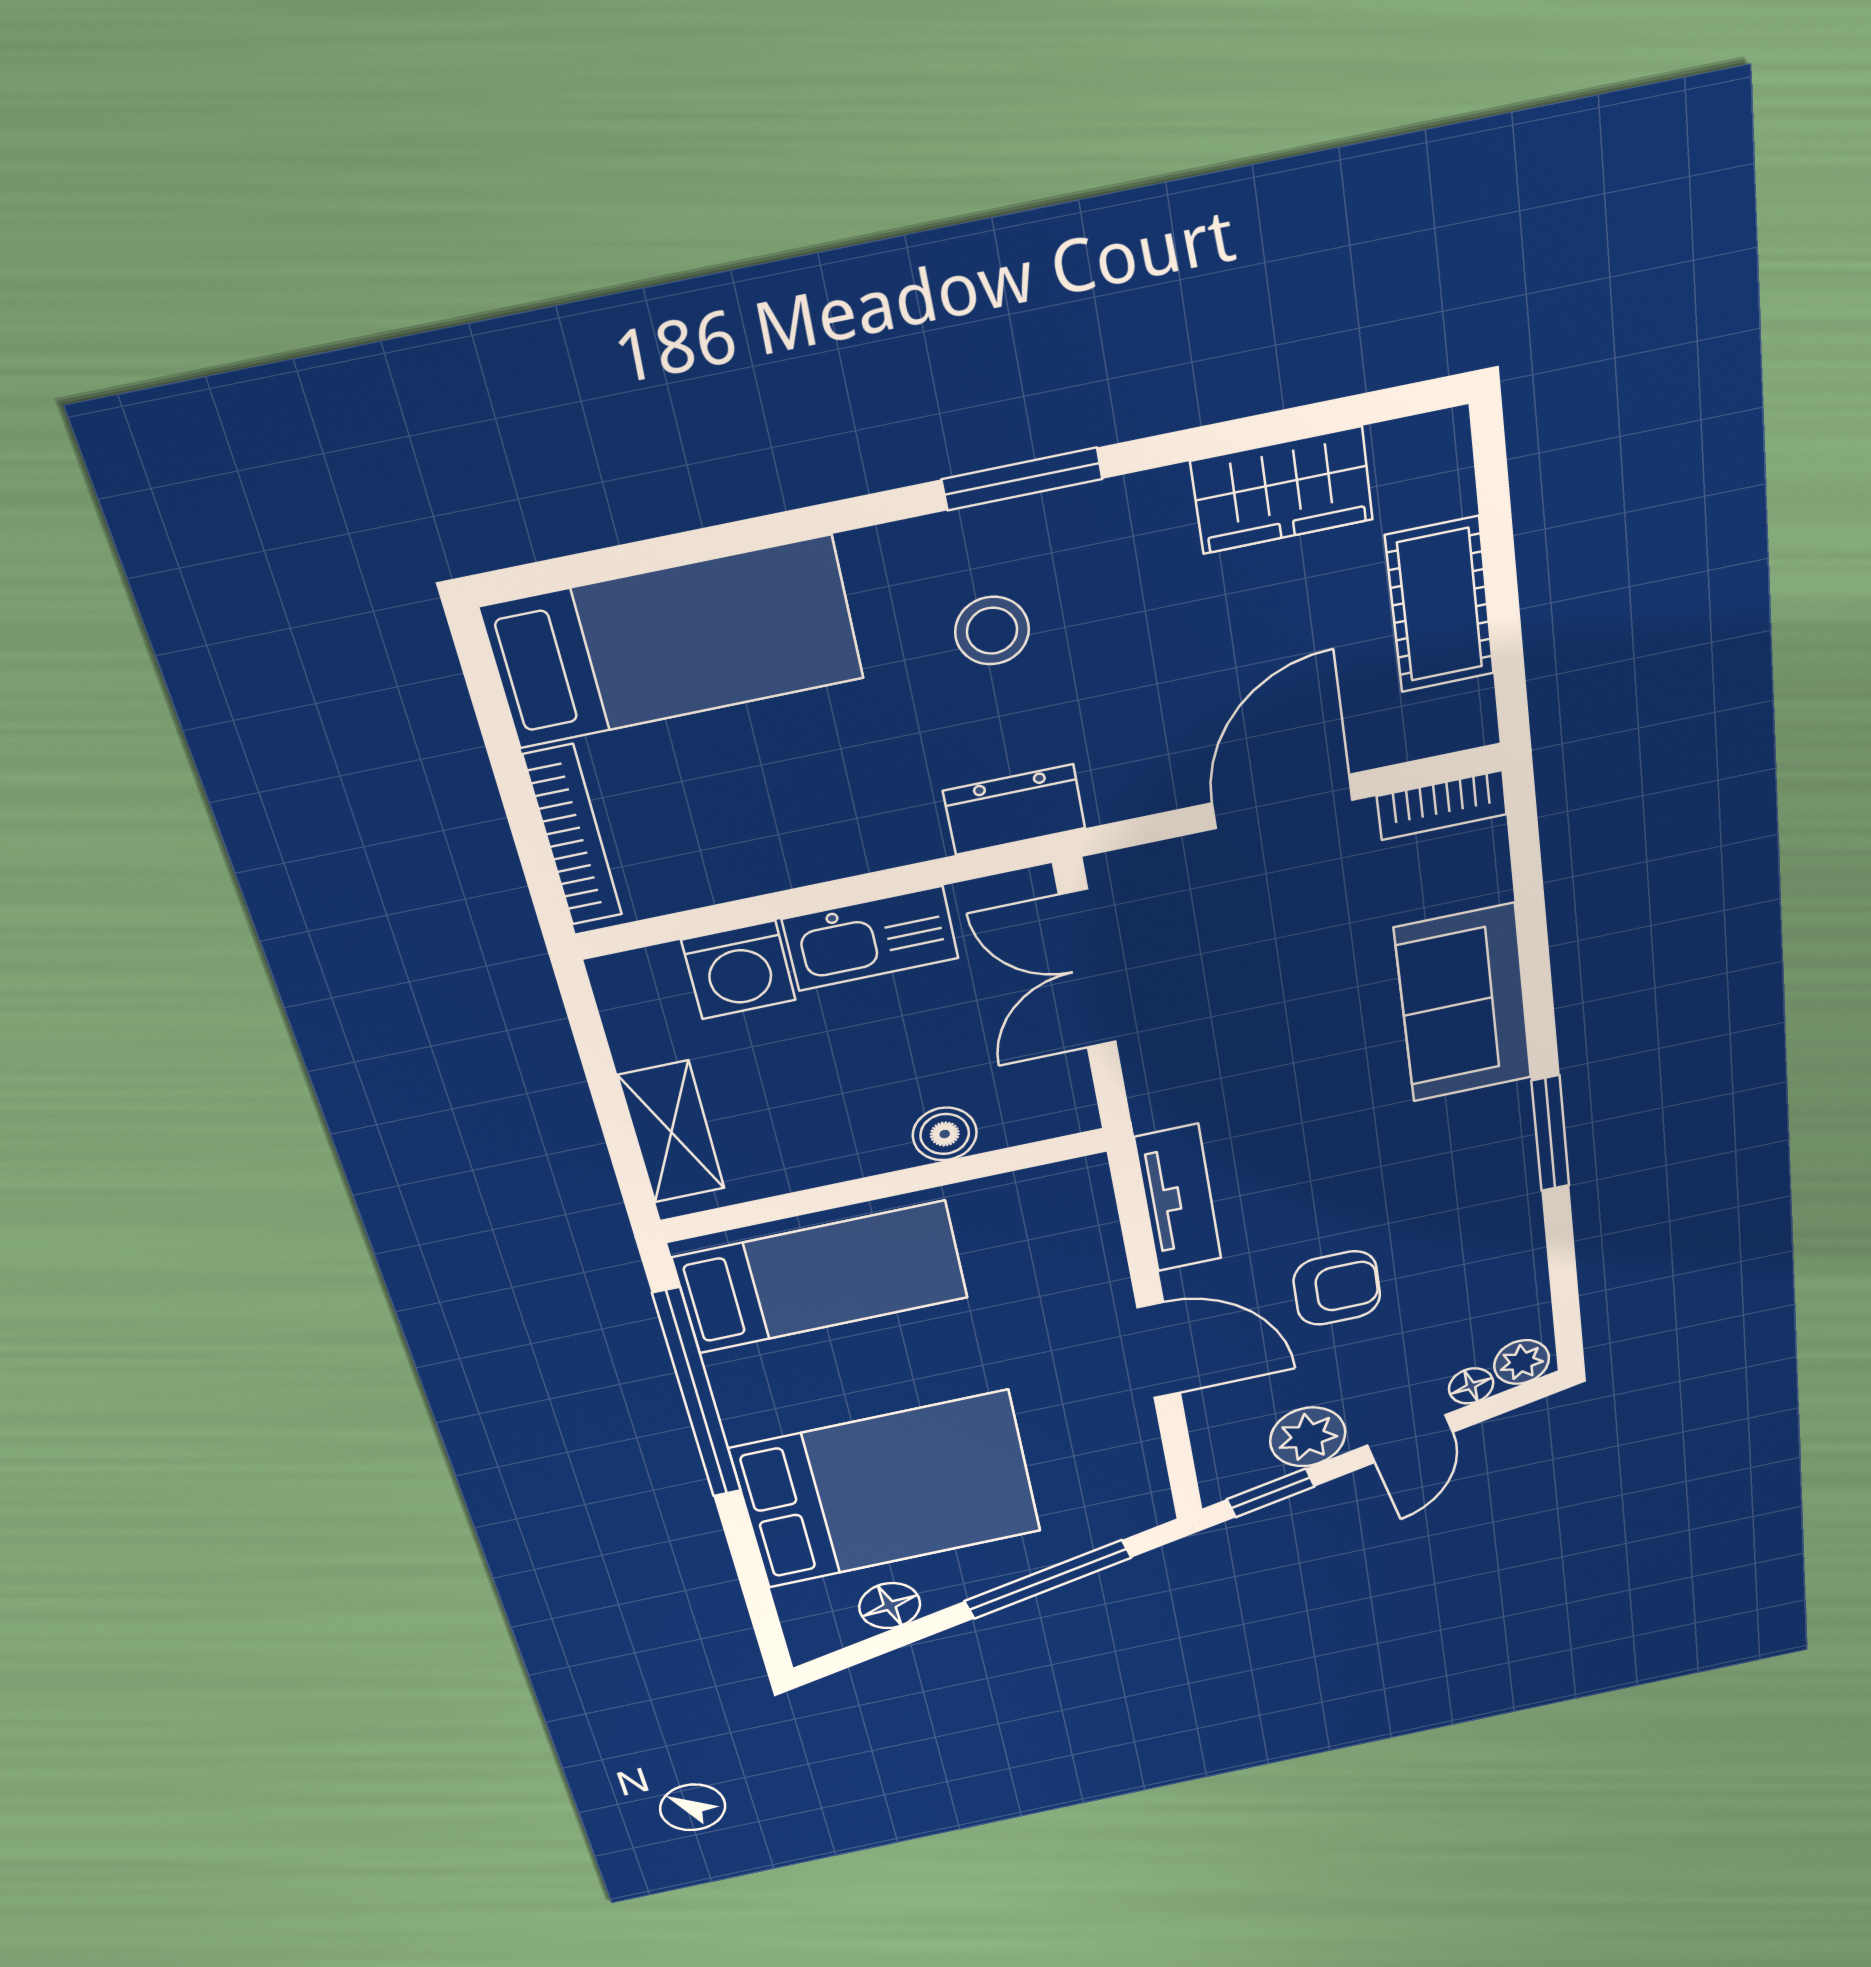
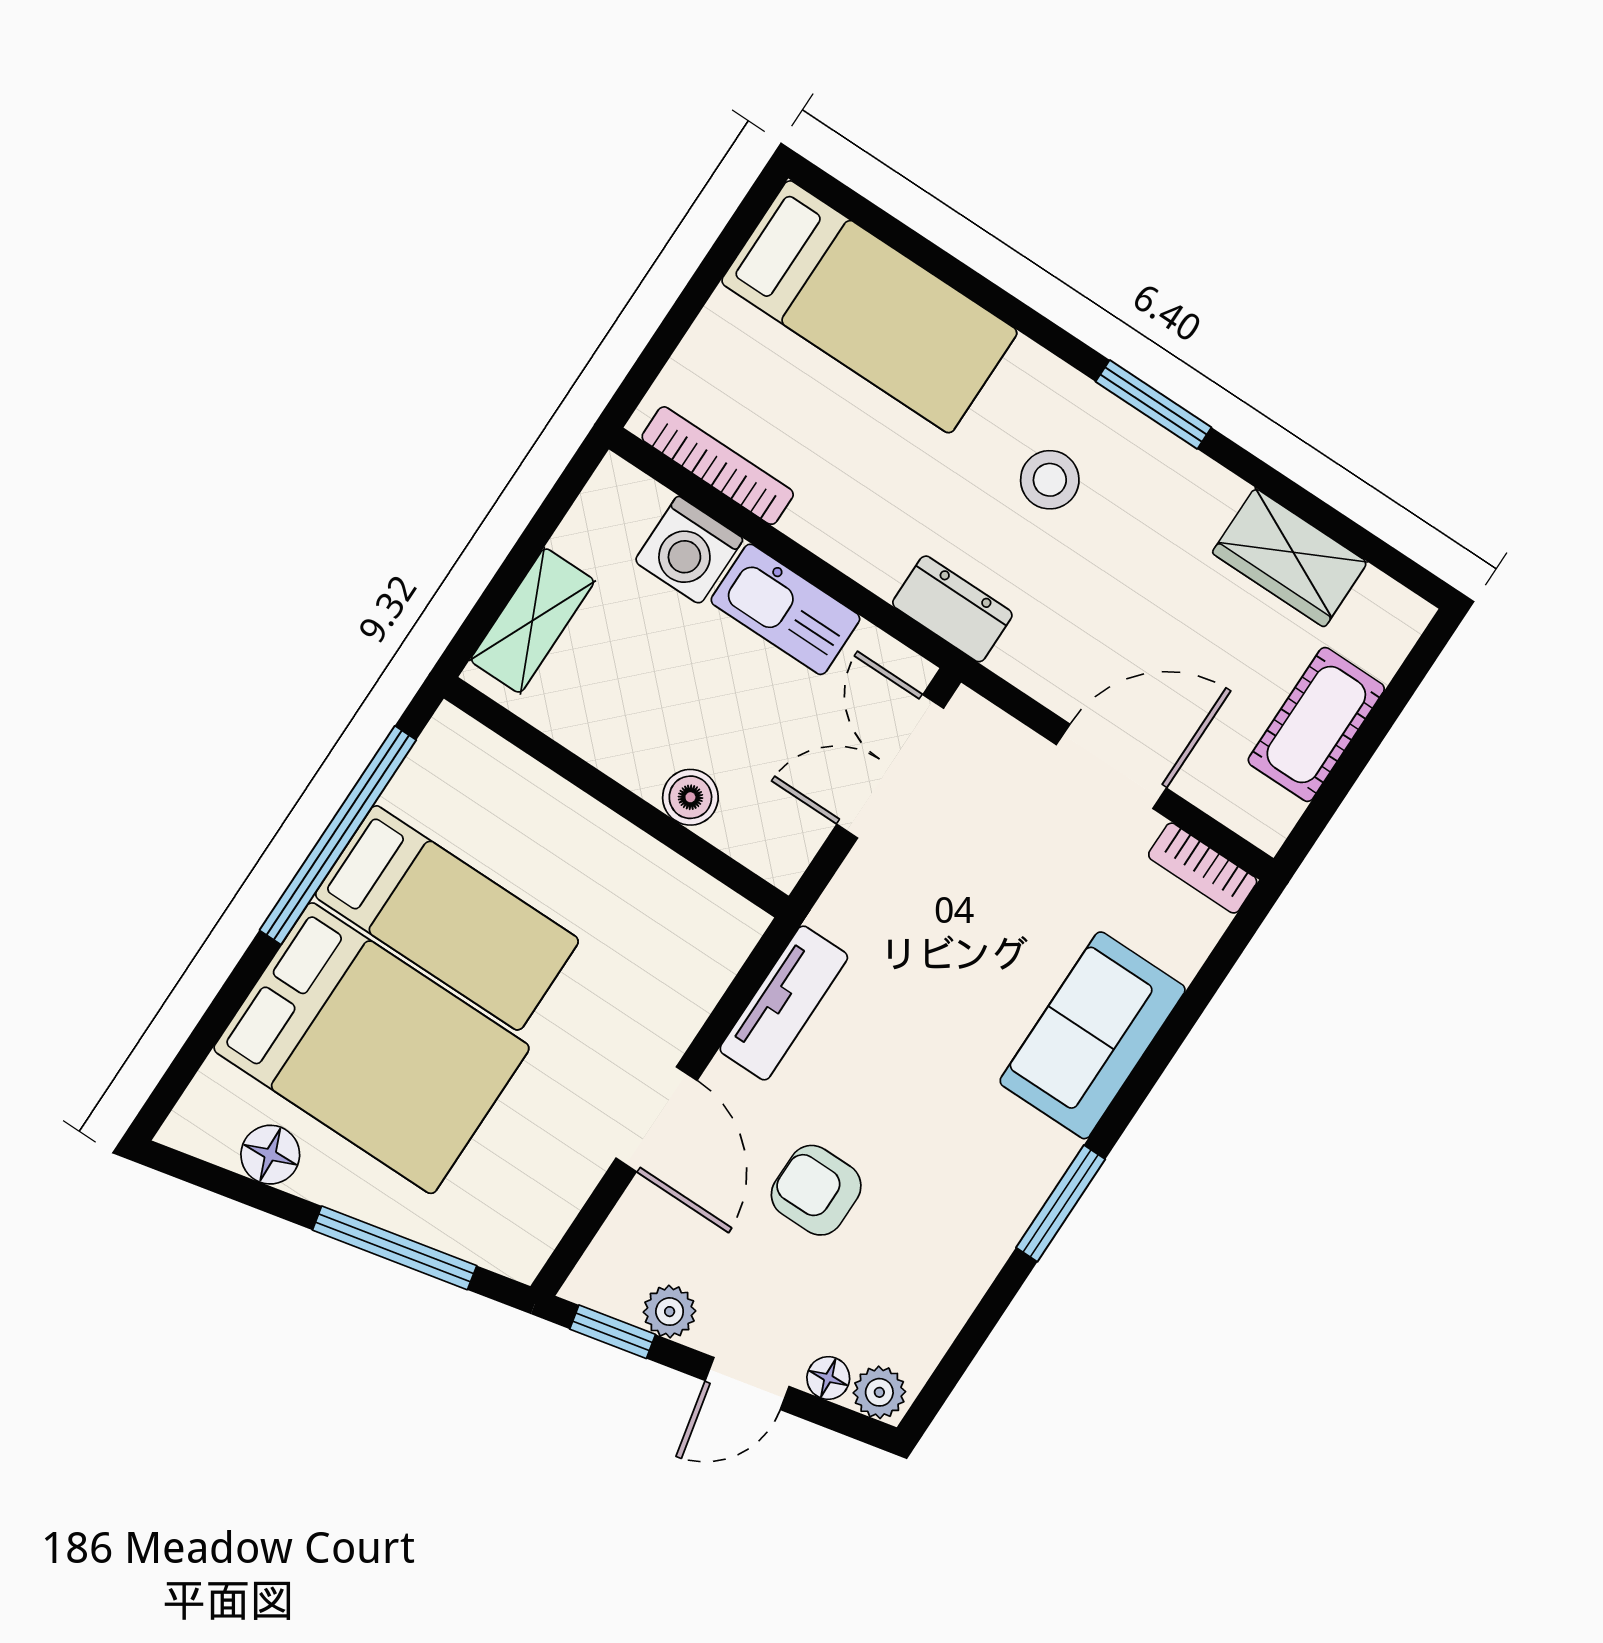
bookcase: (573, 835) -> (718, 466), moved, turned -90
bed: (821, 1277) -> (447, 918), moved
armchair: (1337, 1288) -> (816, 1190), turned 180
plant: (1308, 1437) -> (670, 1312), width x0.73, depth x0.73

